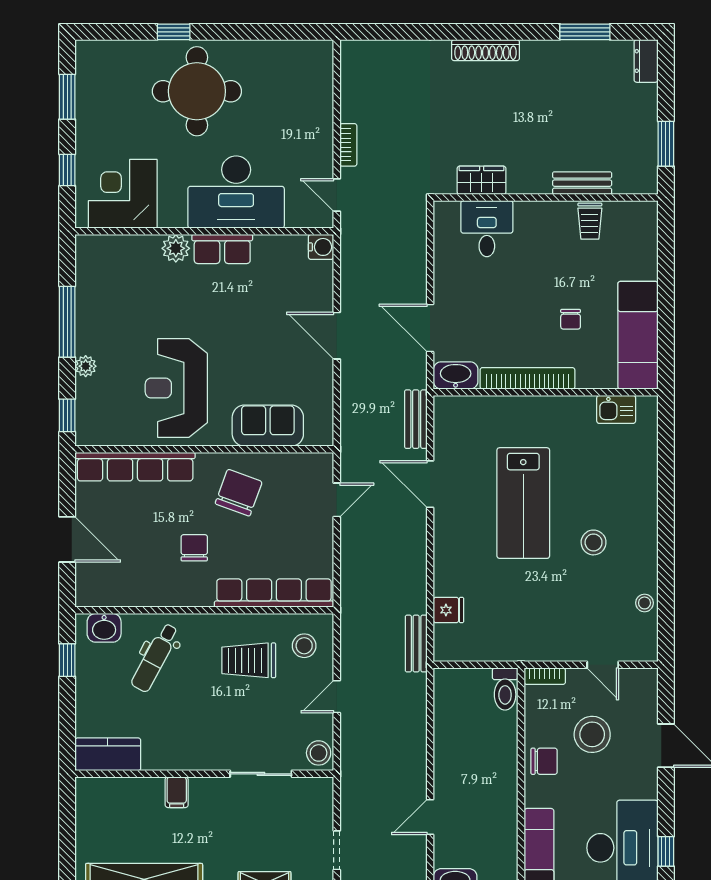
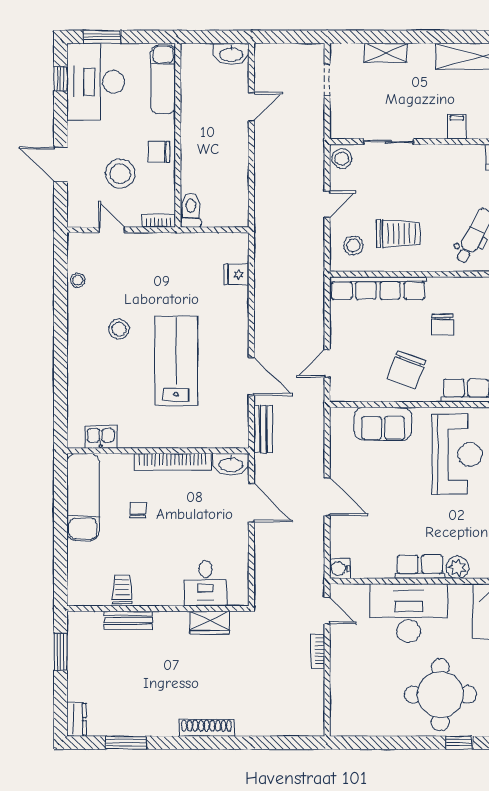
bench: (416, 644) -> (263, 247), removed

